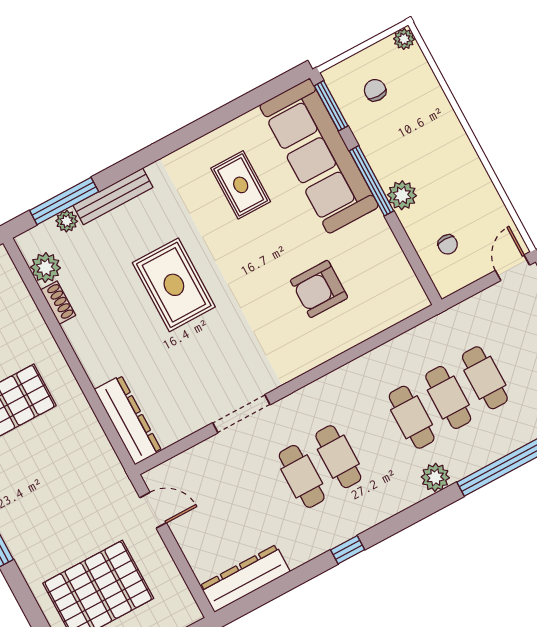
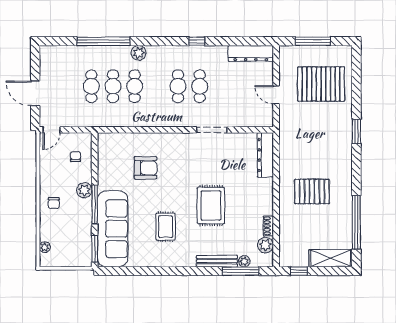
plant: (404, 39) -> (45, 247), moved
chair: (375, 90) -> (54, 203), moved
rug: (241, 185) -> (166, 227), moved
door: (153, 510) -> (276, 95), moved

